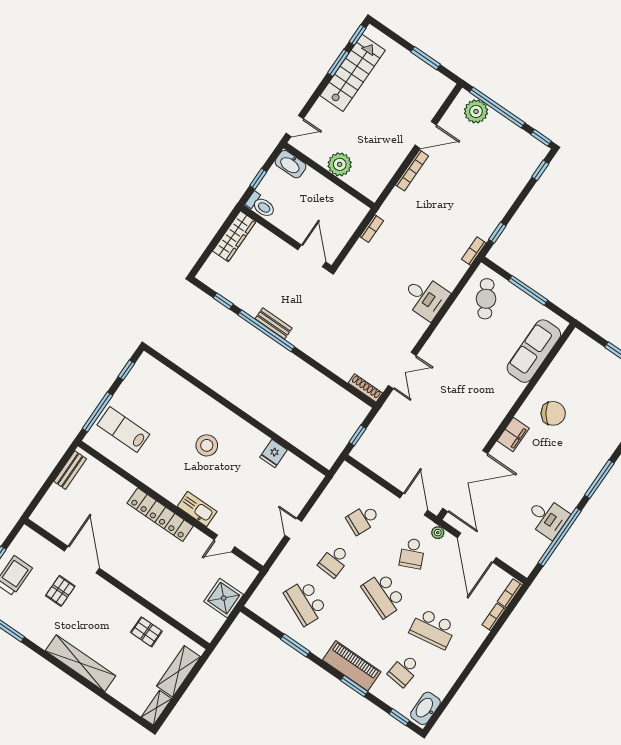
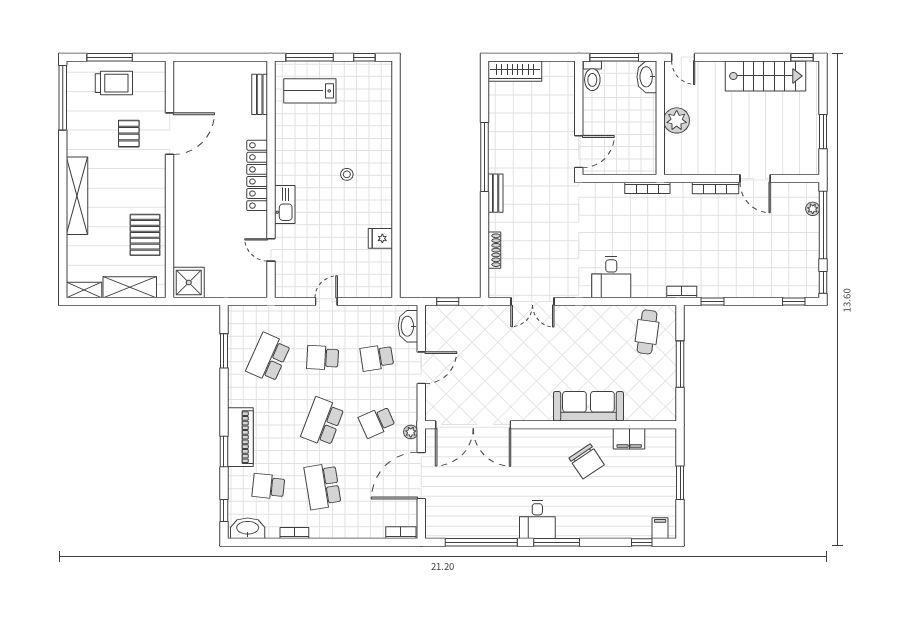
window: (338, 63) -> (766, 57), removed
plant: (476, 111) -> (813, 209), width x0.53, depth x0.53
window: (258, 179) -> (614, 57), width x2.17
bookcase: (372, 229) -> (647, 188), width x1.56
wardrobe: (234, 236) -> (515, 71), moved
cafe table: (486, 299) -> (647, 332), turned -52
window: (223, 301) -> (485, 101), removed
bench: (274, 323) -> (496, 193), moved
sofa: (534, 351) -> (588, 406), moved
shoe rack: (365, 388) -> (494, 250), moved
lab bench: (123, 430) -> (310, 91), turned -90
filing cabinet: (513, 435) -> (629, 439), moved
stool: (207, 445) -> (347, 174), width x0.53, depth x0.53
bench: (70, 470) -> (260, 94), moved, turned 90
washbasin: (355, 479) -> (408, 326), added
door: (414, 504) -> (421, 368), moved
desk: (547, 518) -> (537, 520), moved
school desk: (363, 519) -> (377, 358), turned -33
pallet: (60, 591) -> (129, 134), turned 90
shower: (224, 598) -> (189, 283), moved
bookcase: (494, 617) -> (294, 533), moved
pallet: (146, 632) -> (145, 235), width x1.50, depth x1.42
window: (295, 645) -> (224, 351), moved

